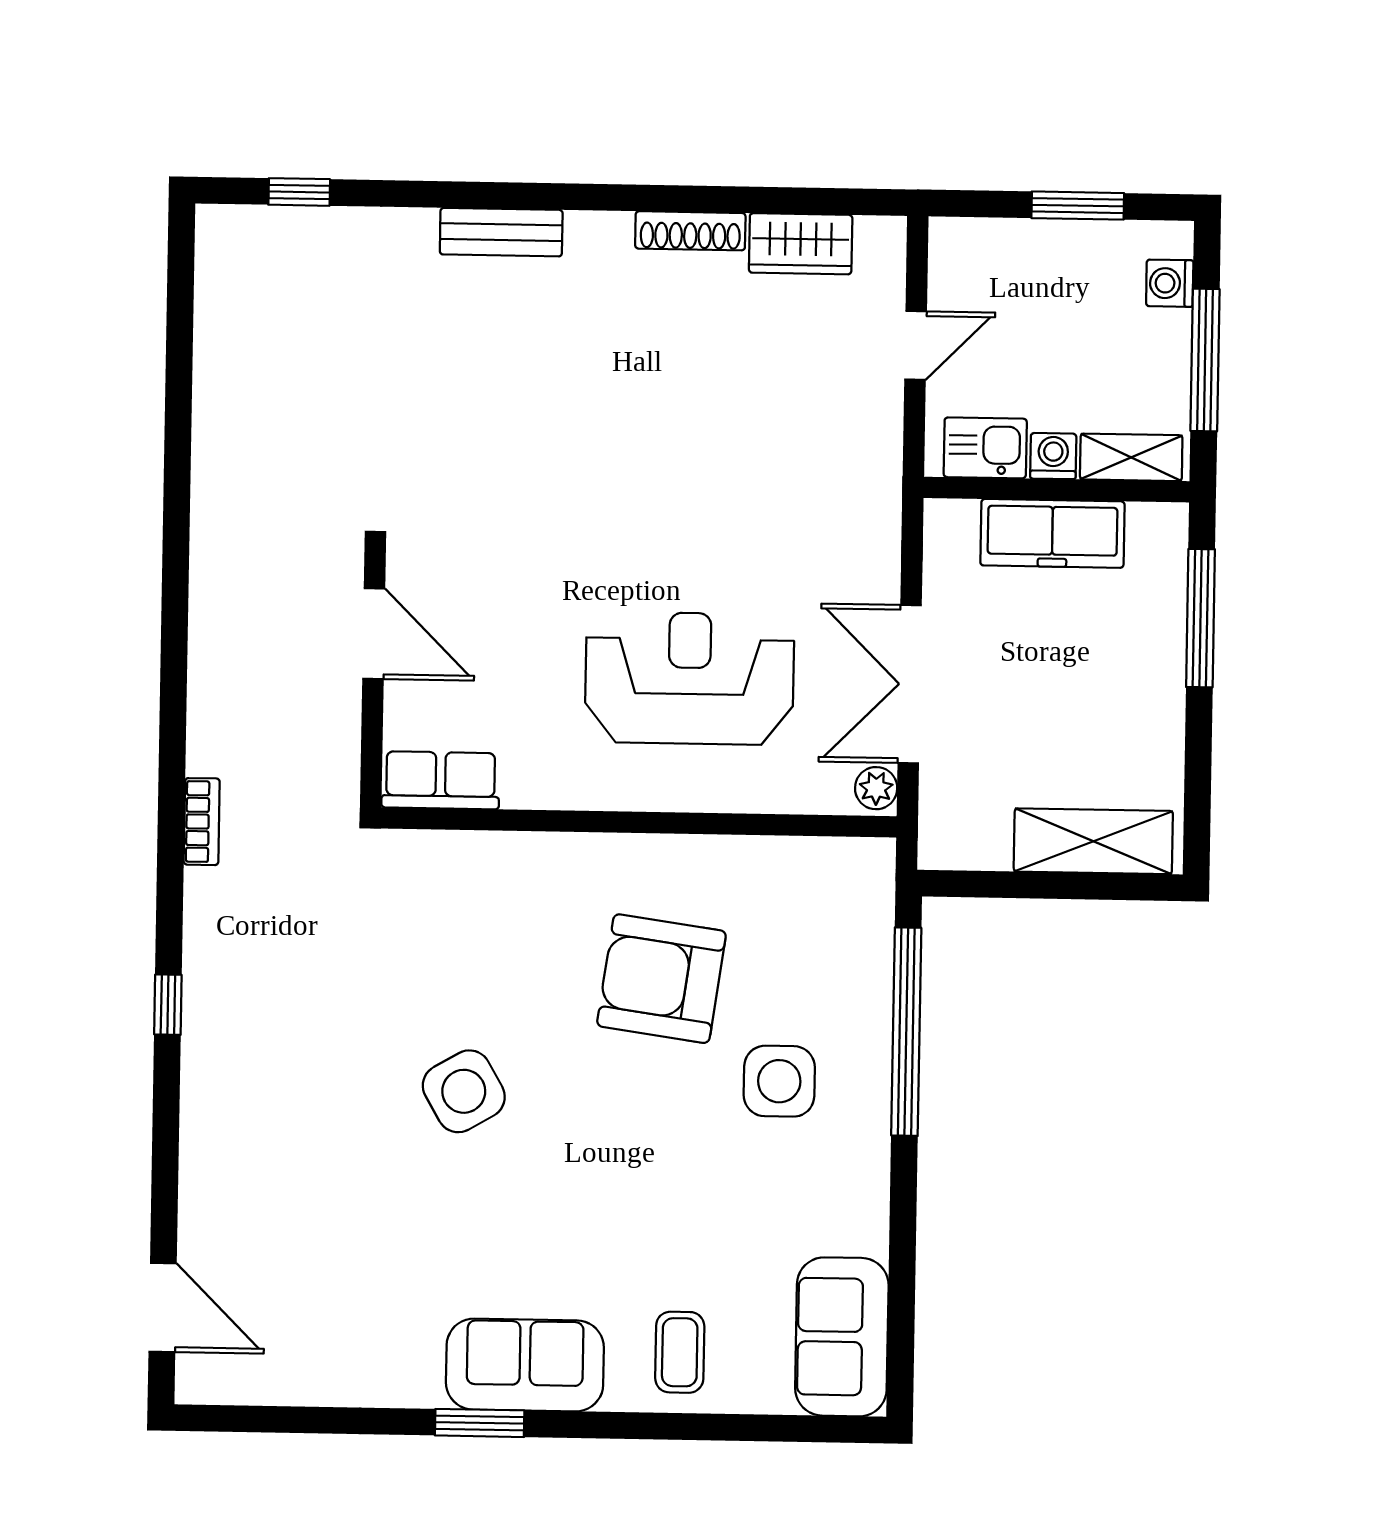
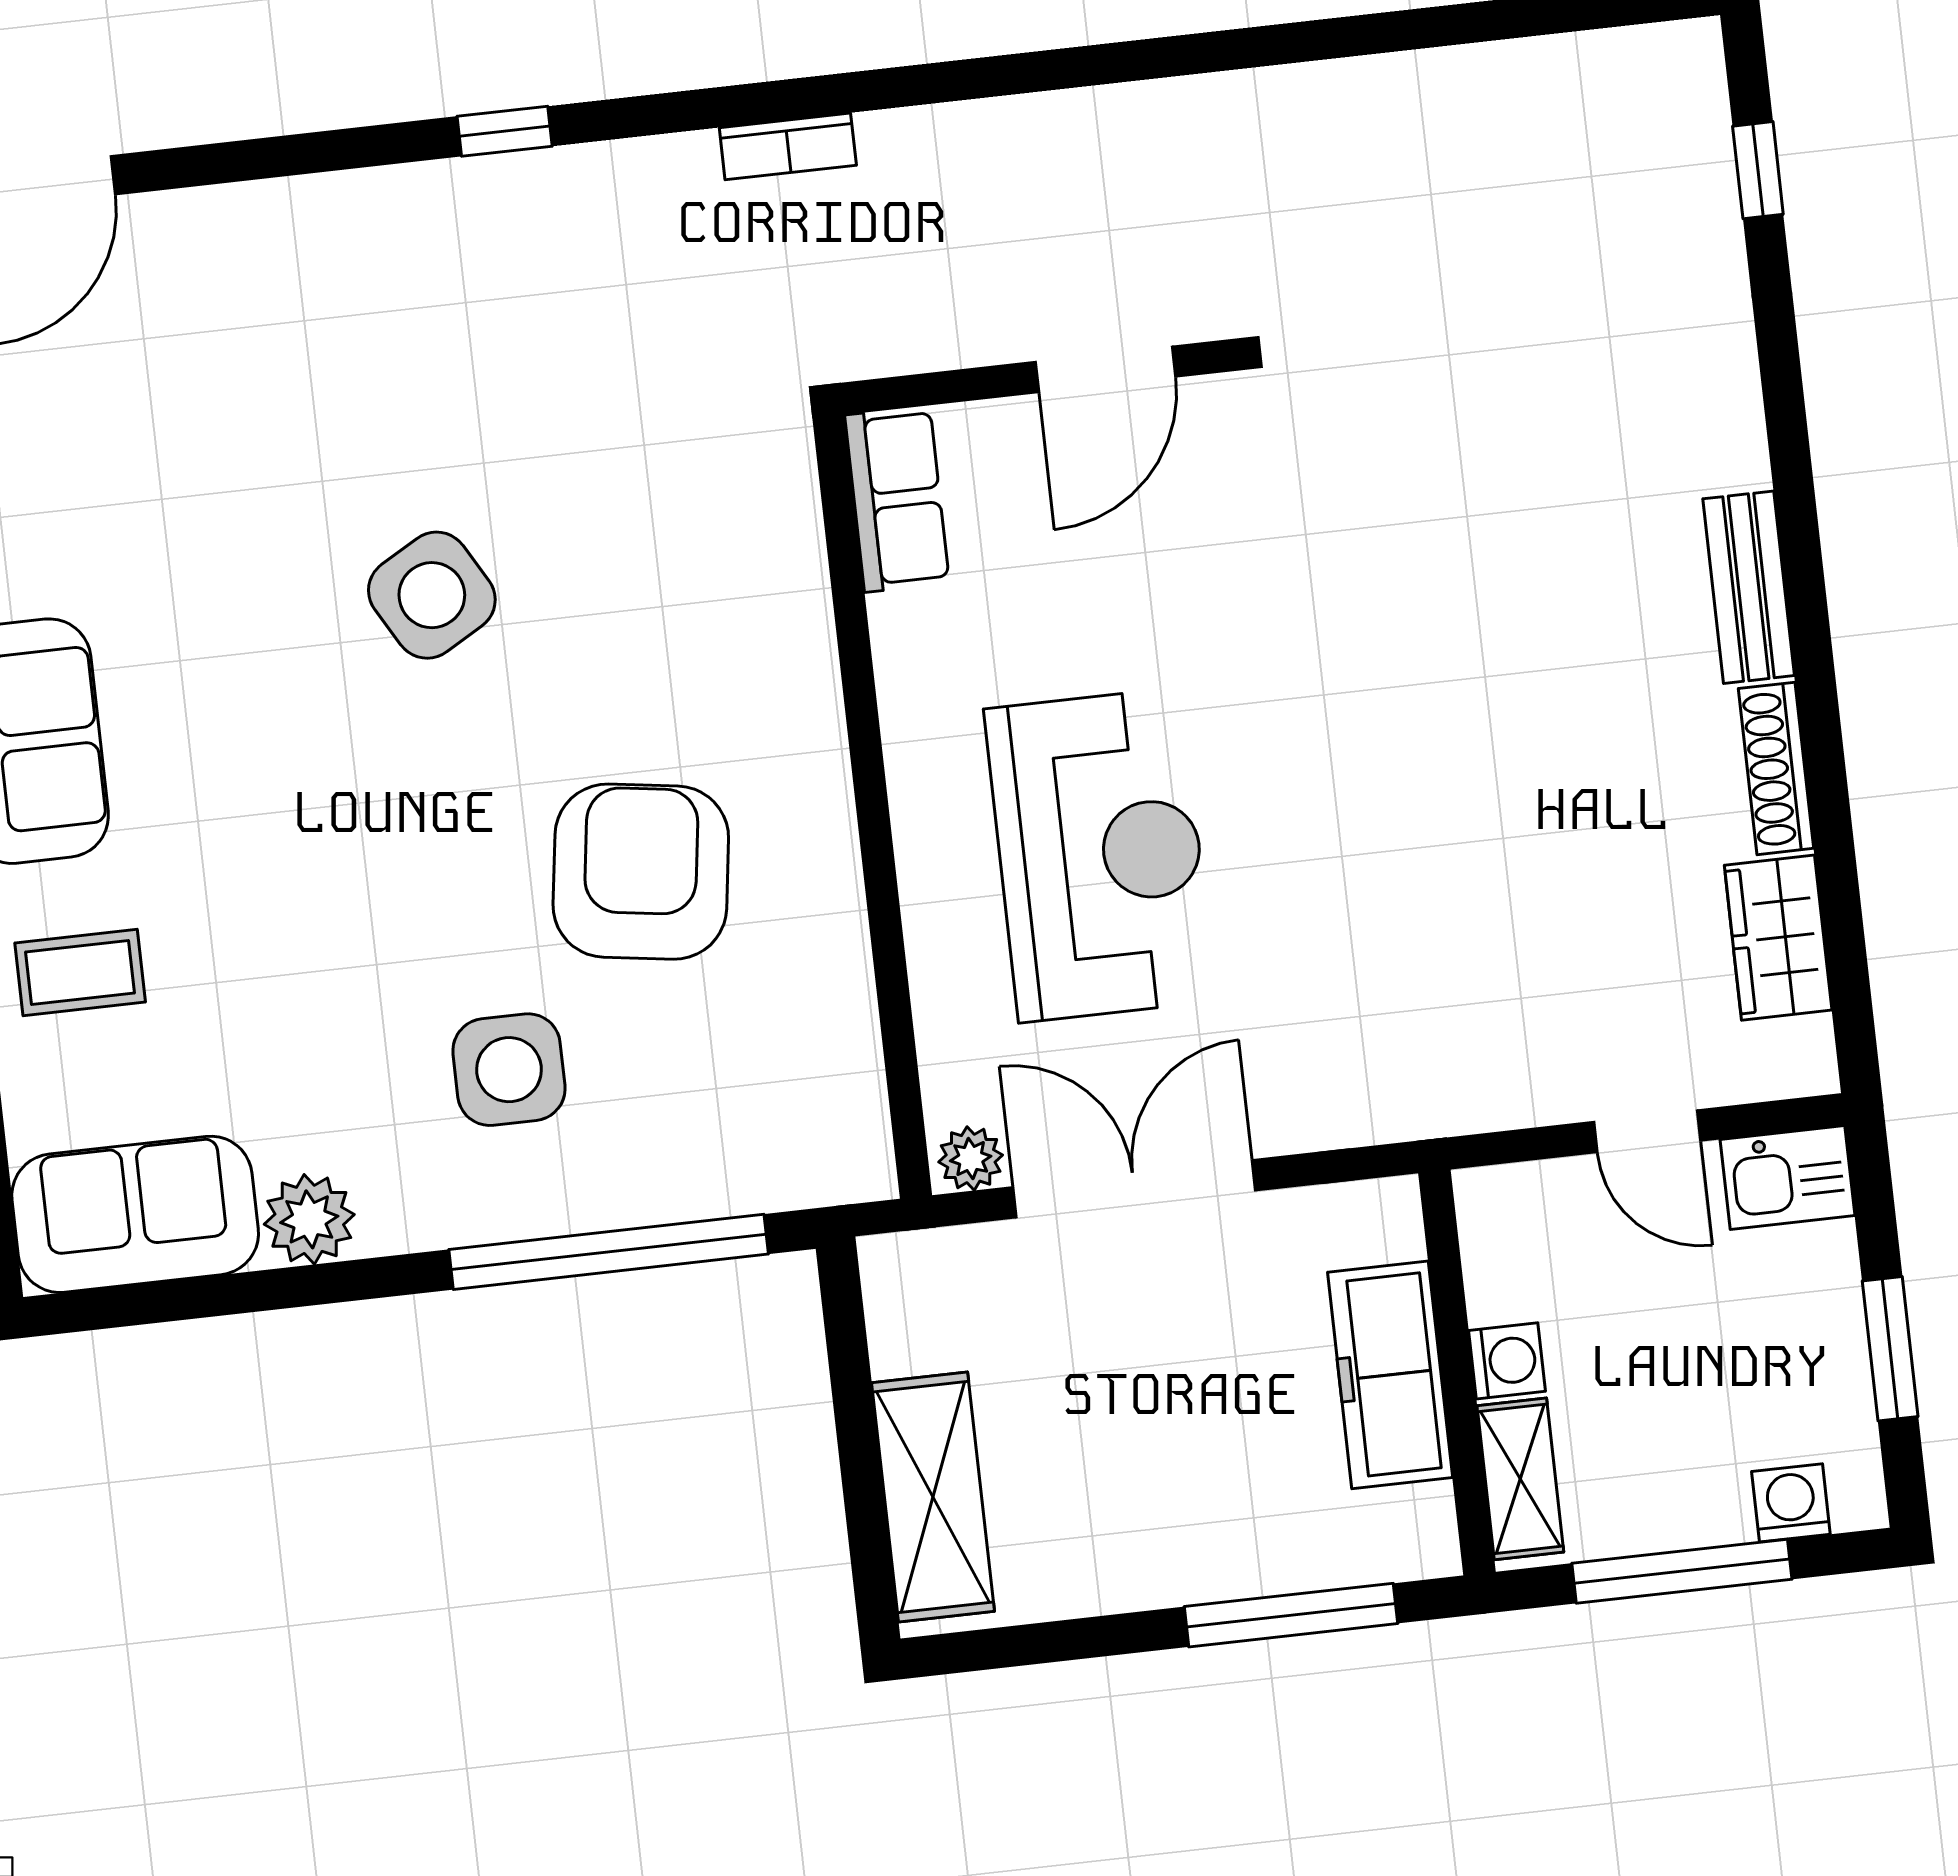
bench: (501, 232) -> (1749, 587), moved
kitchen sink: (985, 448) -> (1787, 1177), moved, turned 90
plant: (860, 1224) -> (309, 1219), added

